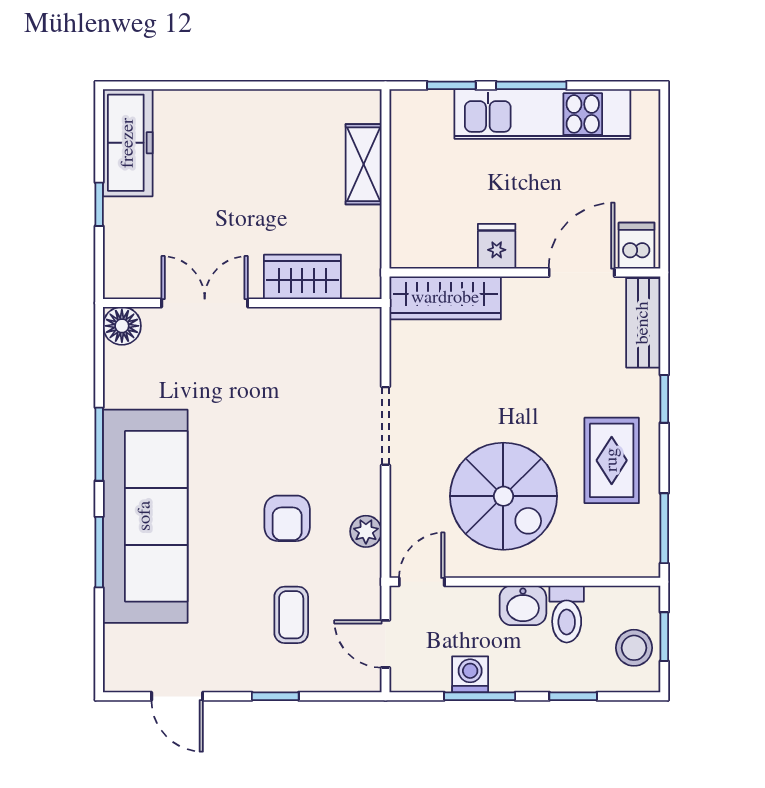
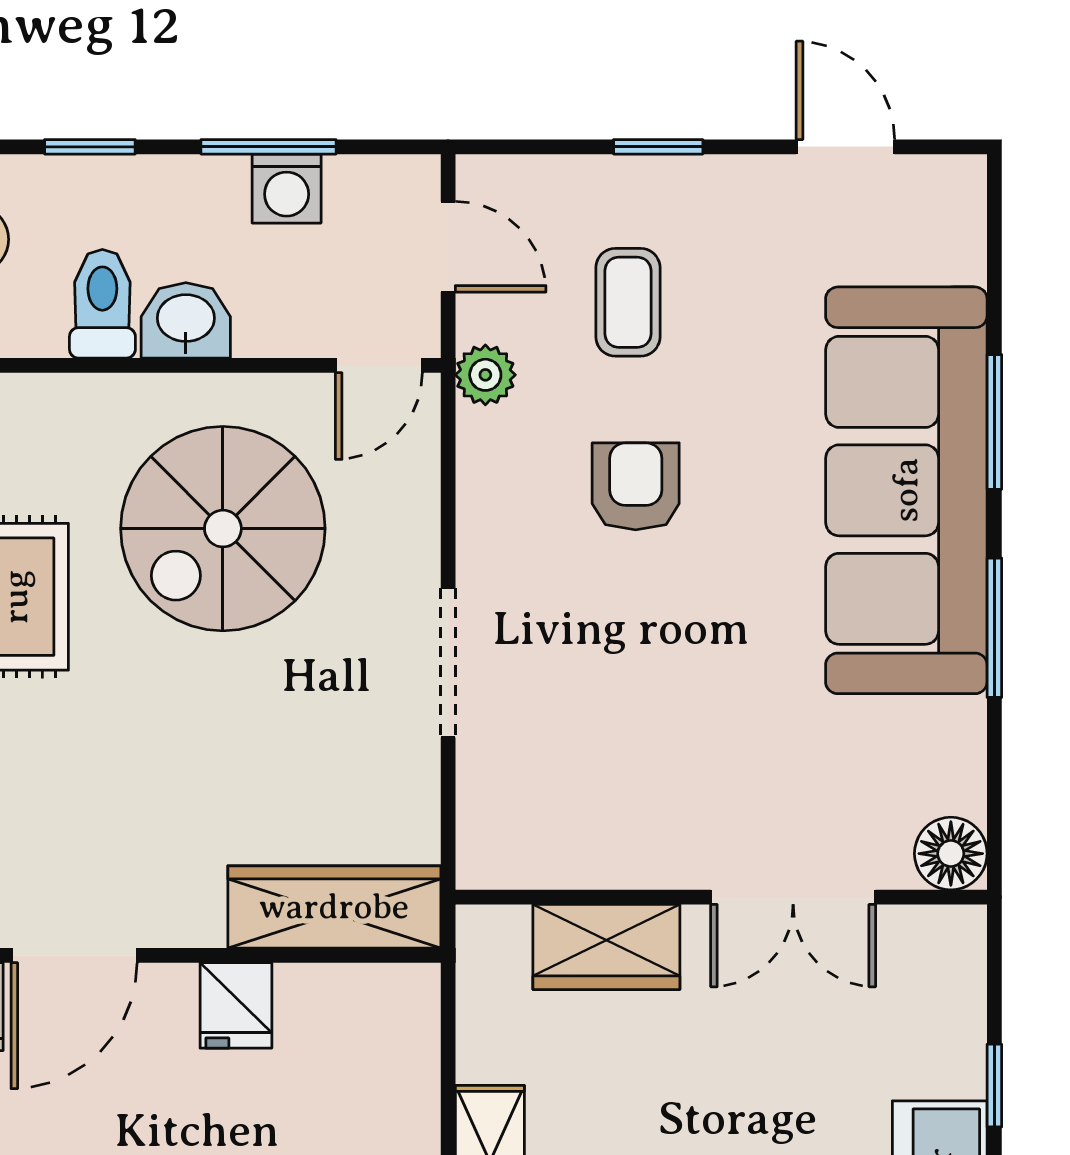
spiral stairs: (503, 496) -> (223, 529), turned -90
plant: (366, 531) -> (485, 375), moved

